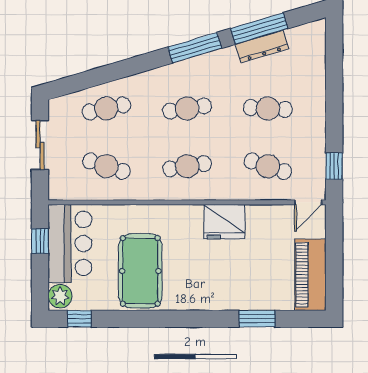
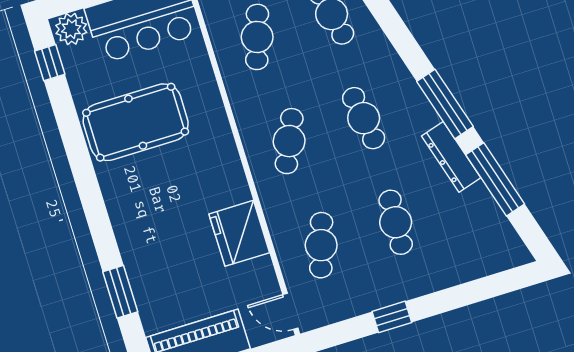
dresser: (262, 46) -> (451, 157), moved
cafe table: (187, 166) -> (289, 141), turned 33
window: (334, 166) -> (392, 317), moved
fridge: (224, 222) -> (239, 233), moved

